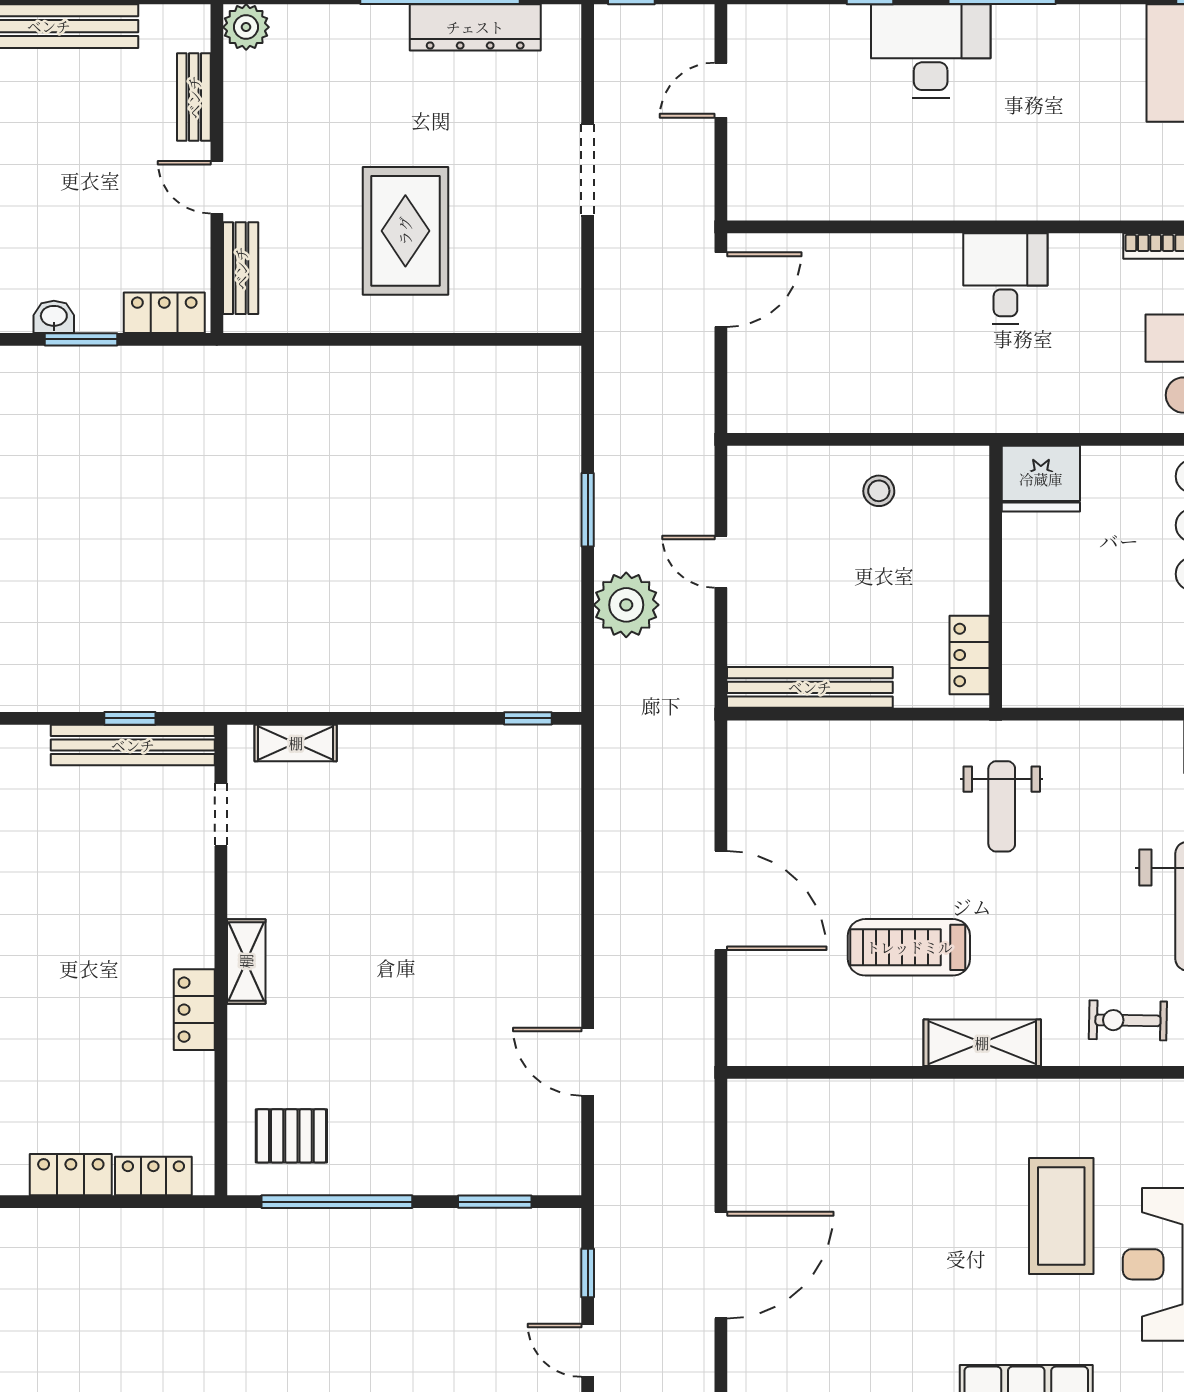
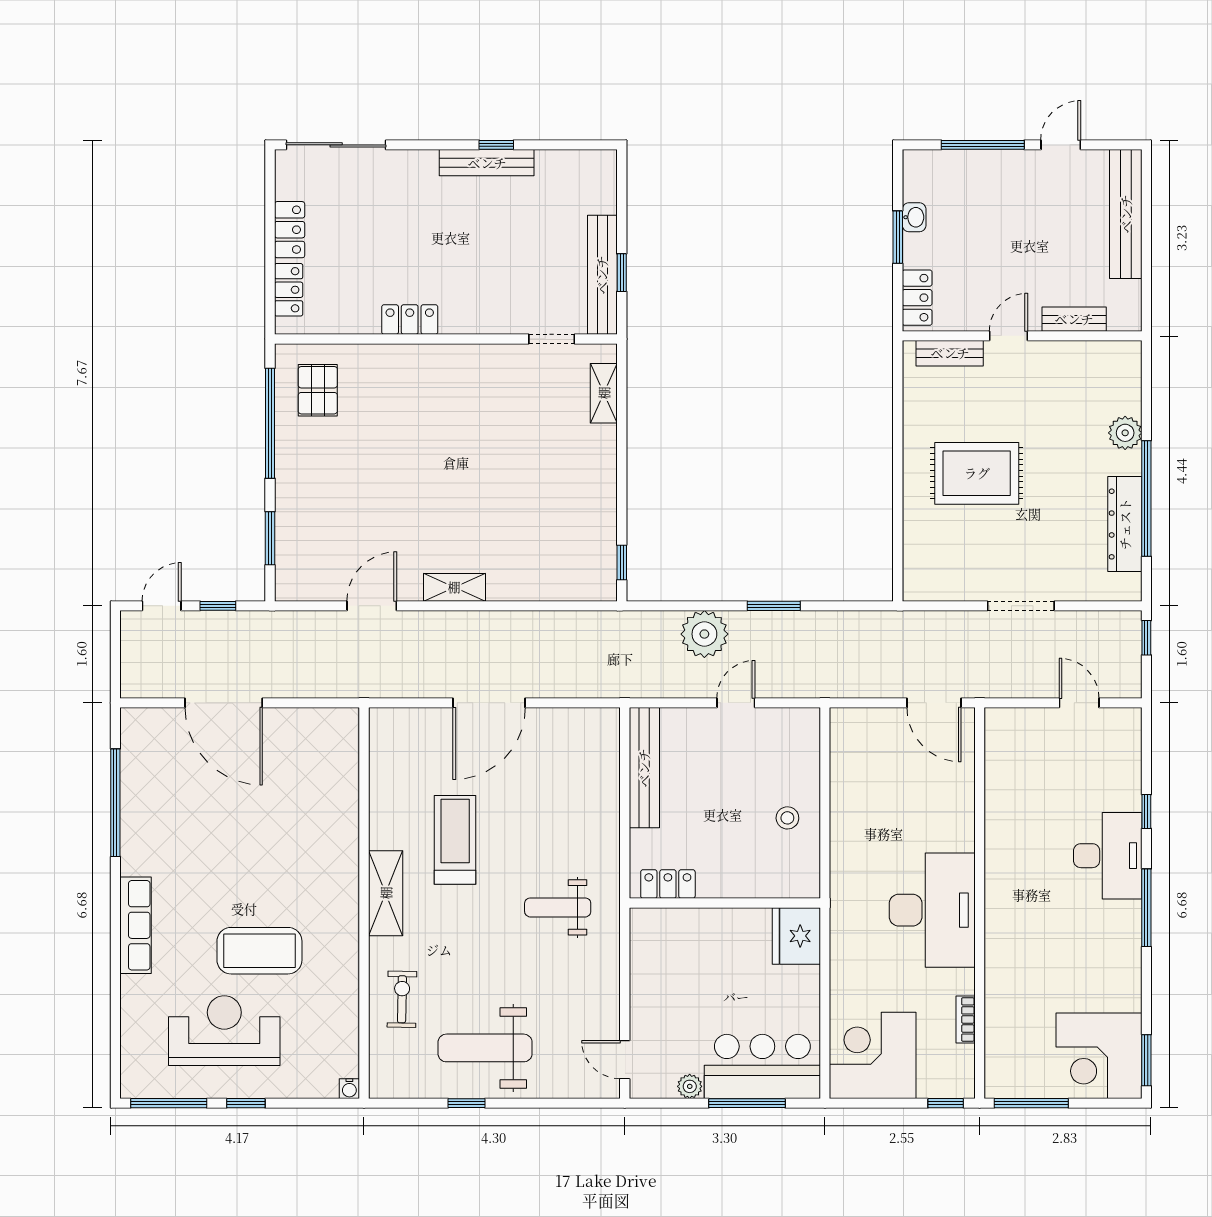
plant: (246, 27) -> (1125, 433), moved
desk: (1005, 278) -> (932, 910), width x1.87, depth x1.30
shelving: (246, 961) -> (454, 587), moved

